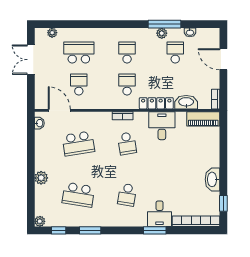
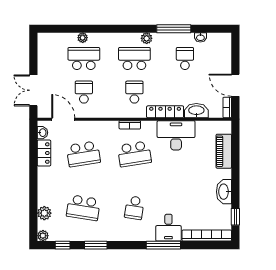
plant: (52, 33) -> (83, 38), moved
plant: (162, 33) -> (147, 38), moved
school desk: (127, 52) -> (134, 58), width x1.85
door: (223, 59) -> (235, 85), moved
double door: (31, 60) -> (33, 90), moved
piano: (203, 119) -> (224, 151), moved, turned 90
desk: (162, 126) -> (176, 135), width x1.37
locker: (41, 143) -> (44, 153), added
school desk: (127, 143) -> (134, 154), width x1.85
plant: (41, 178) -> (44, 213), moved
window: (155, 230) -> (163, 245), width x1.44

